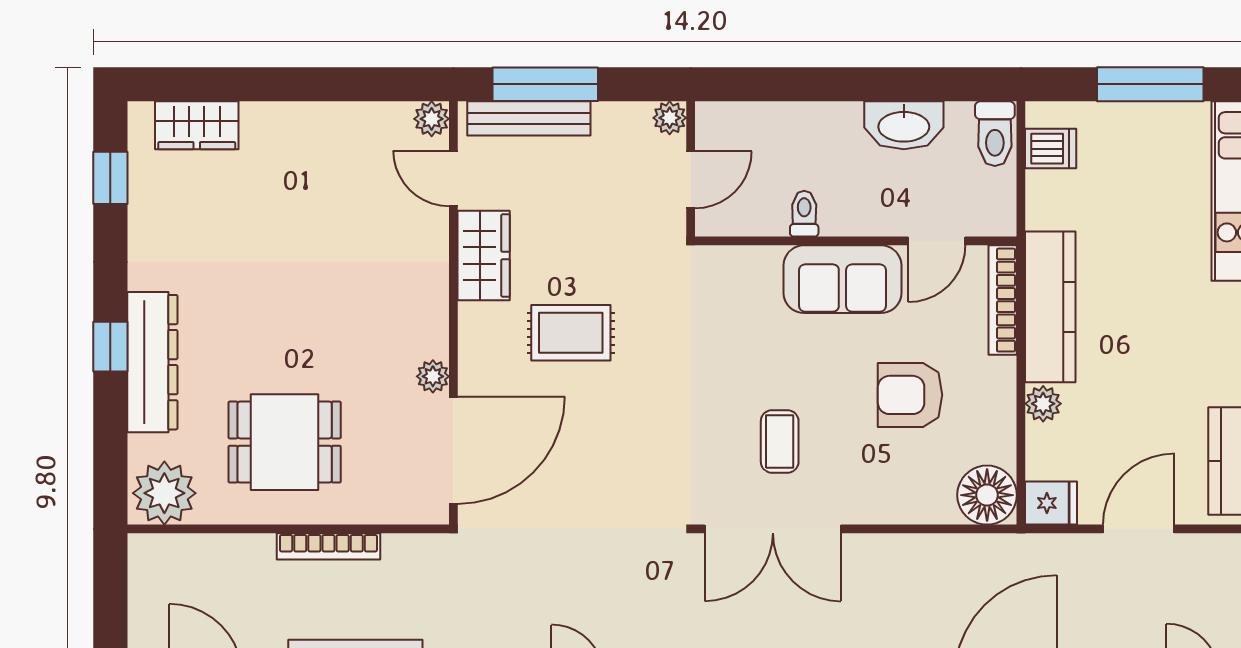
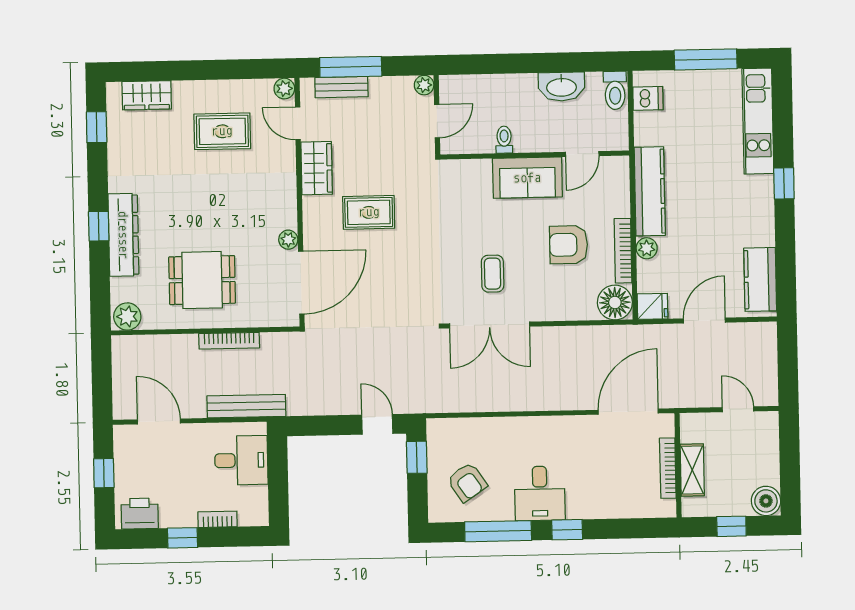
bench: (529, 118) -> (341, 87), width x0.73
rug: (324, 189) -> (222, 131), added
bookcase: (1003, 300) -> (623, 251), moved
plant: (164, 493) -> (127, 316), width x0.73, depth x0.73

